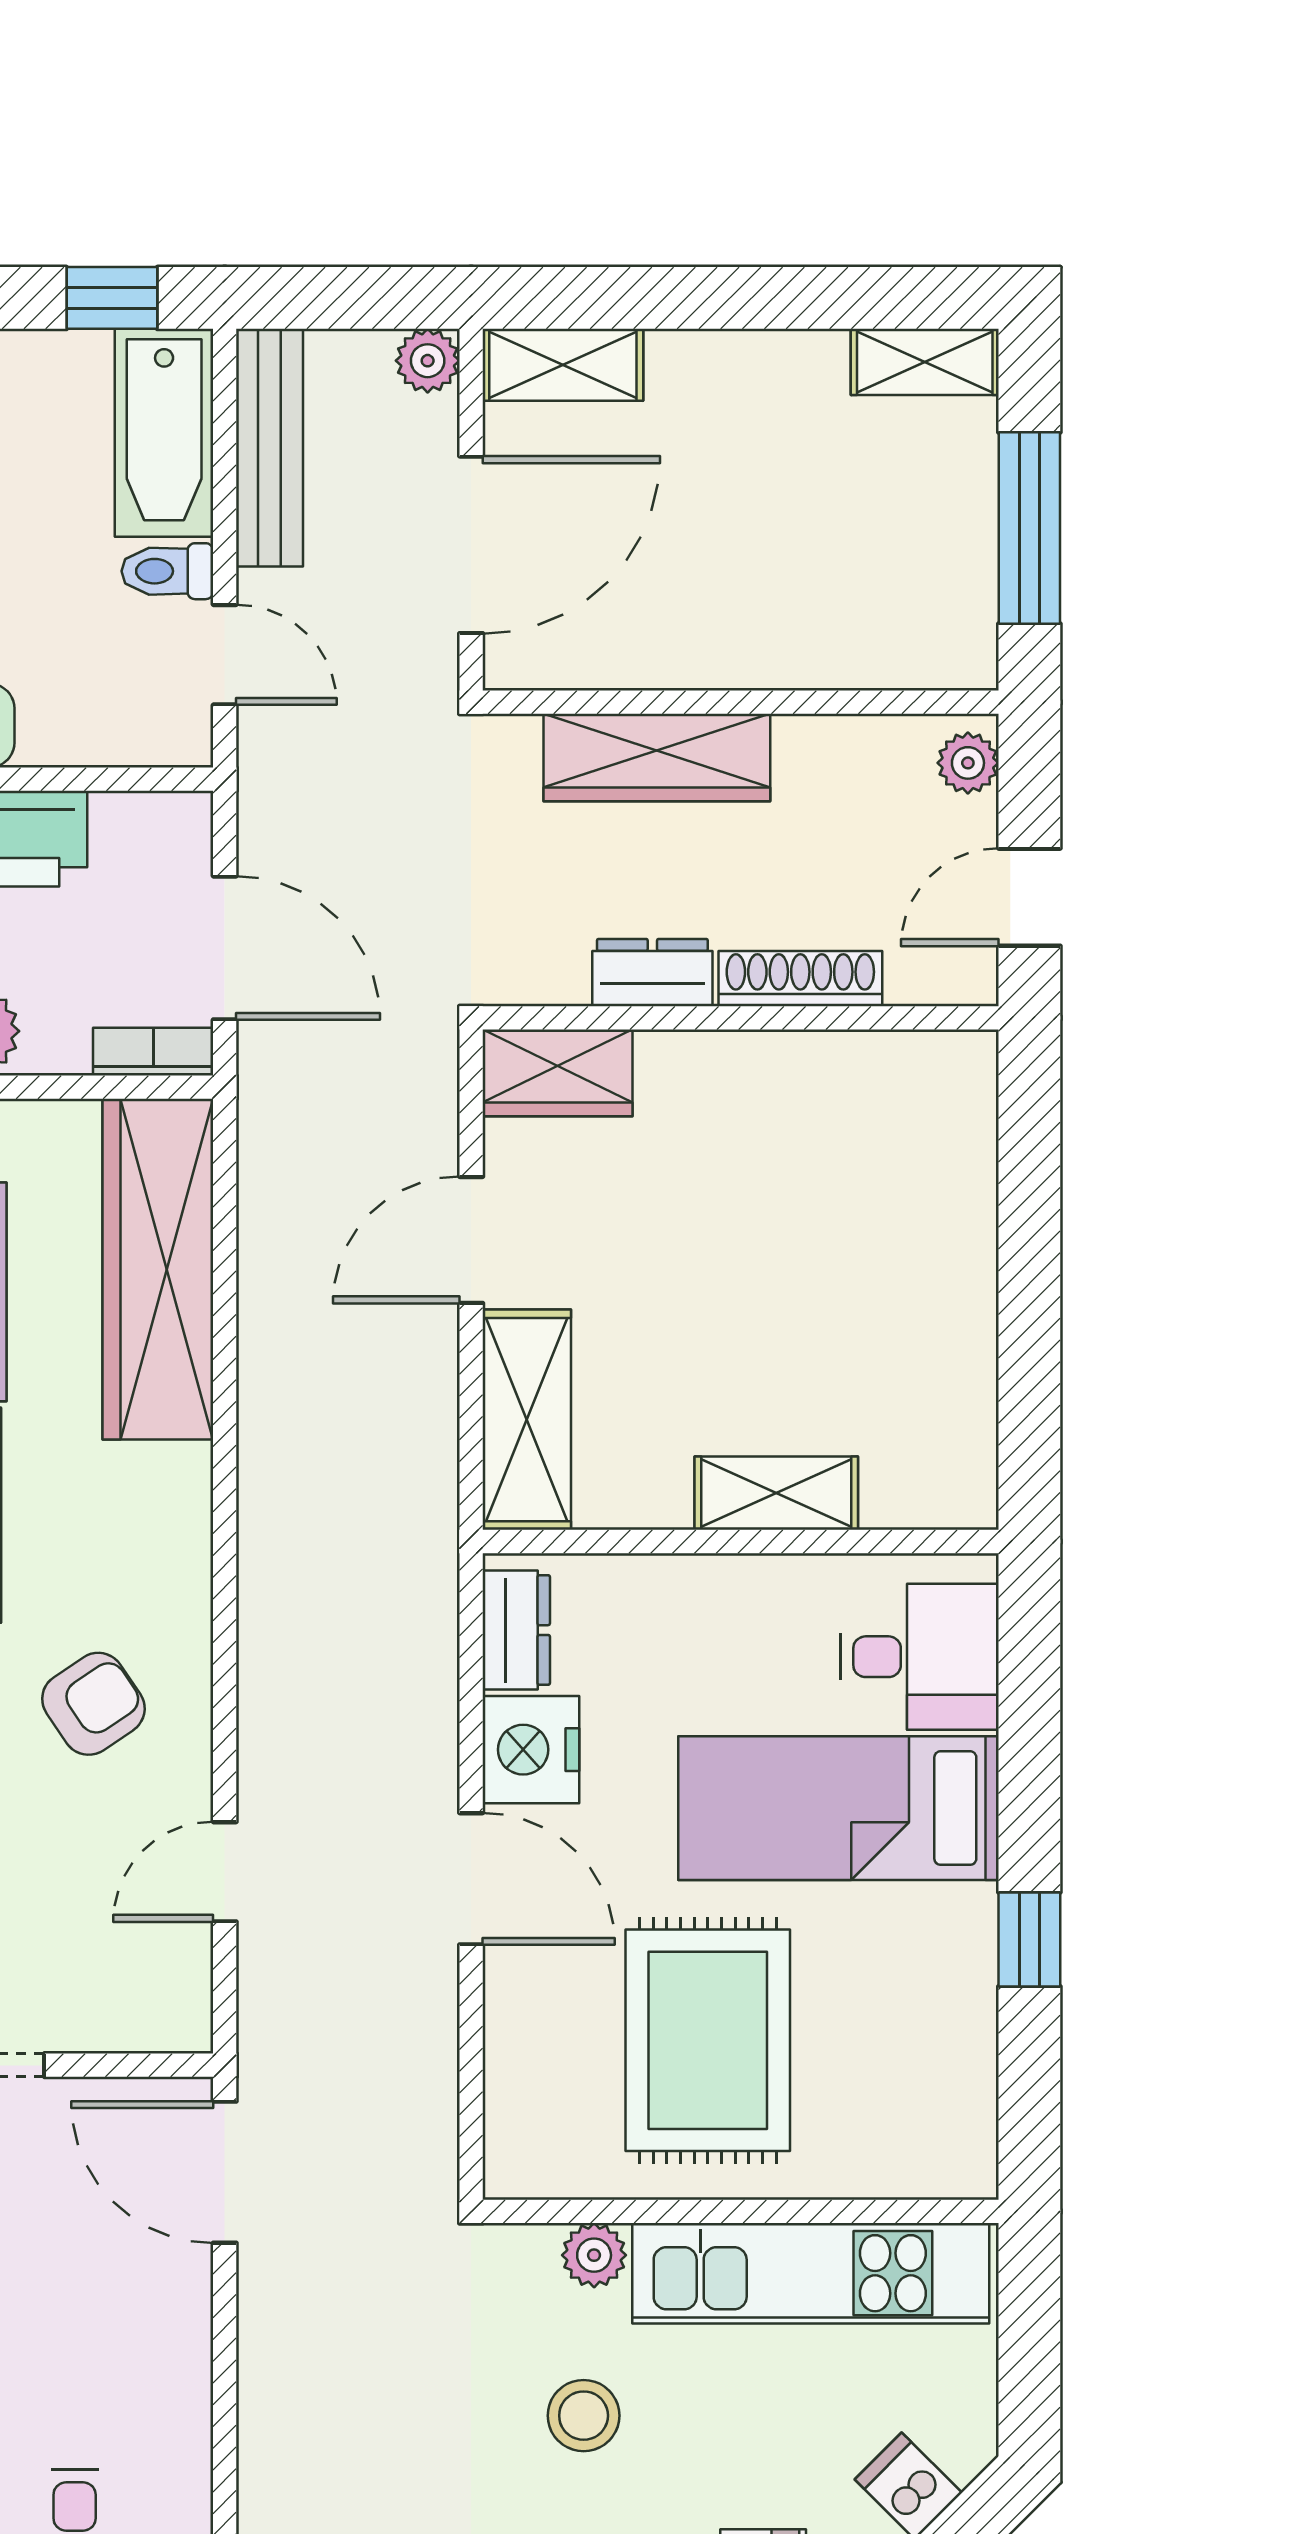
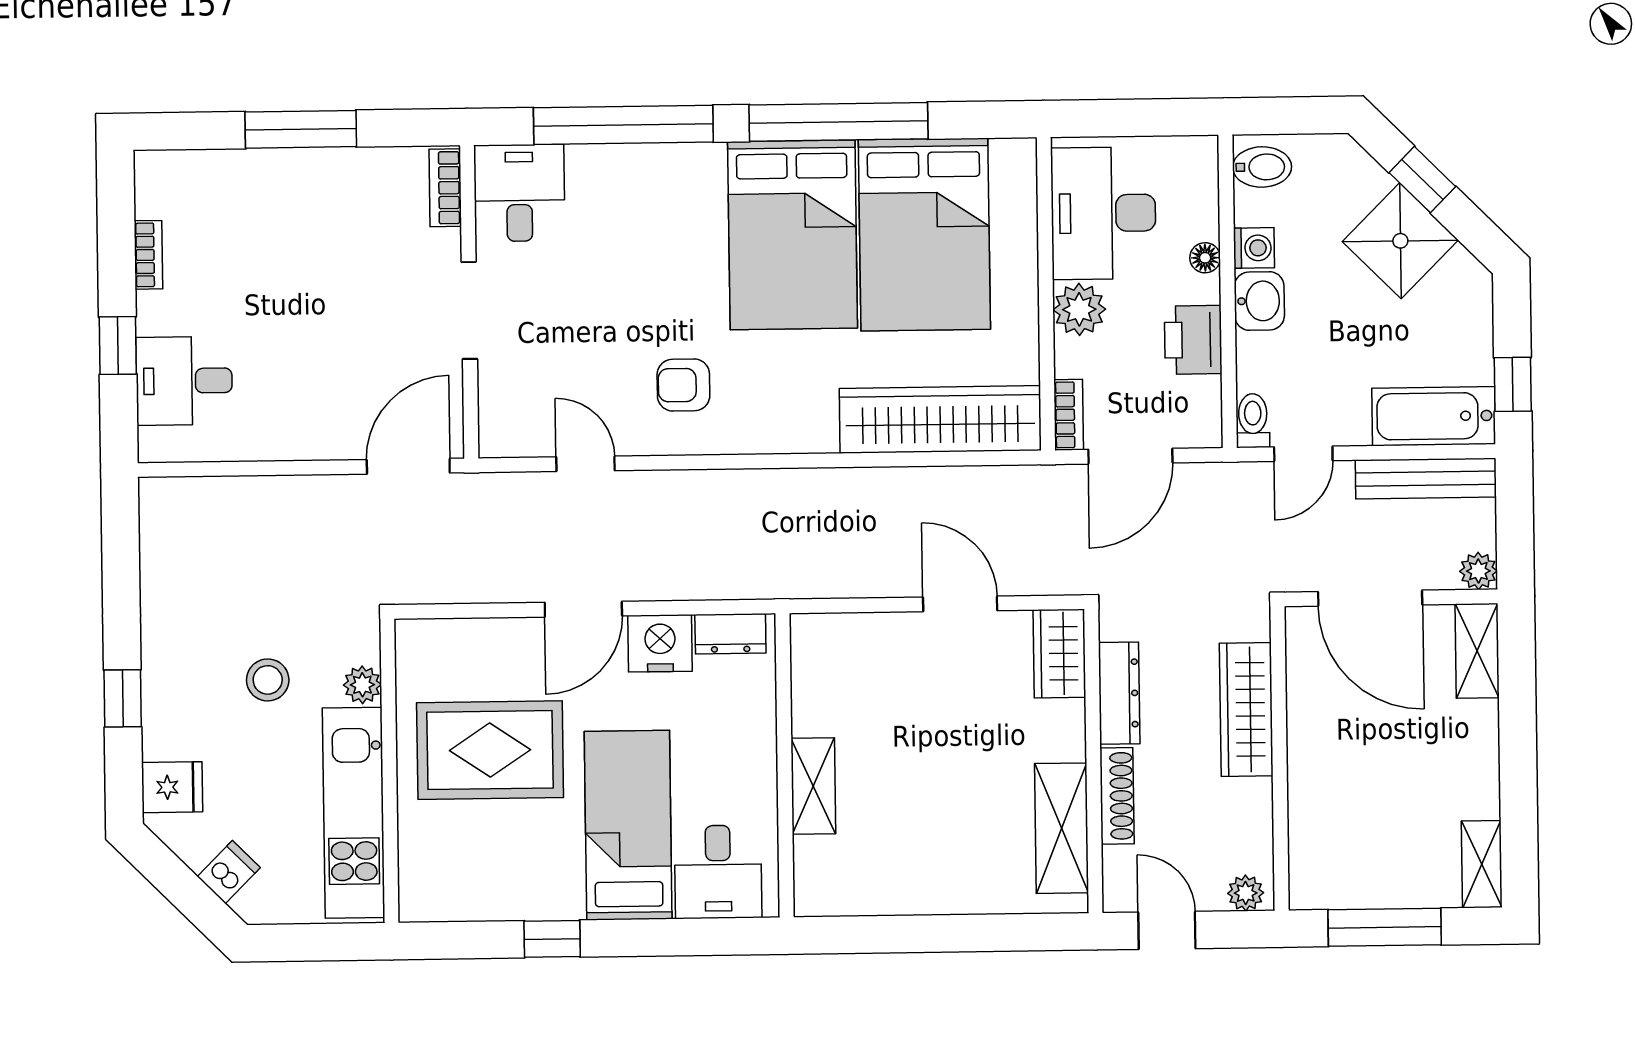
toilet: (167, 571) -> (1253, 421), moved
dresser: (652, 973) -> (1119, 693), width x1.44
shelving: (527, 1420) -> (1061, 828), moved, turned 90
armchair: (93, 1704) -> (683, 385), turned 124

